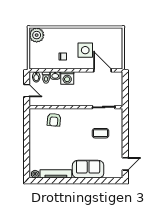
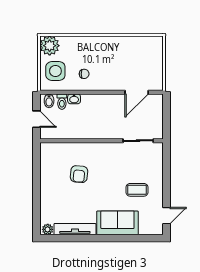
side table: (85, 50) -> (55, 71), moved
door: (103, 70) -> (137, 92), swing flipped
washing machine: (67, 78) -> (90, 102), removed
armchair: (54, 120) -> (79, 174), moved
coffee table: (101, 133) -> (137, 190), moved

